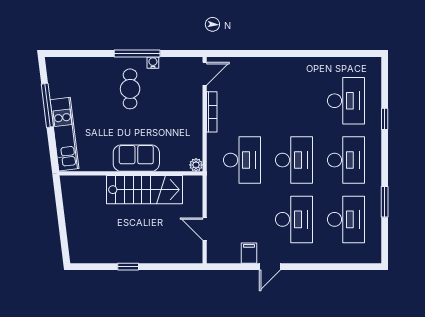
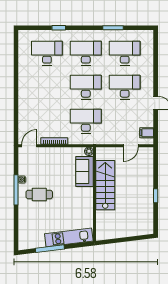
door: (205, 74) -> (29, 146), hinge flipped
sofa: (136, 158) -> (84, 172), moved
filing cabinet: (249, 253) -> (147, 133), moved

